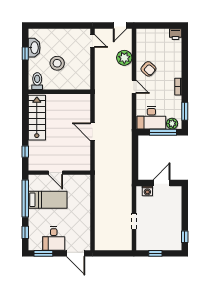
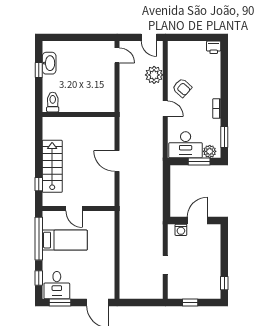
door: (120, 26) -> (149, 37), hinge flipped
stool: (57, 63) -> (76, 81), removed
stairs: (37, 118) -> (52, 166), moved
window: (163, 132) -> (199, 161), width x0.69
desk: (54, 238) -> (57, 285), moved

